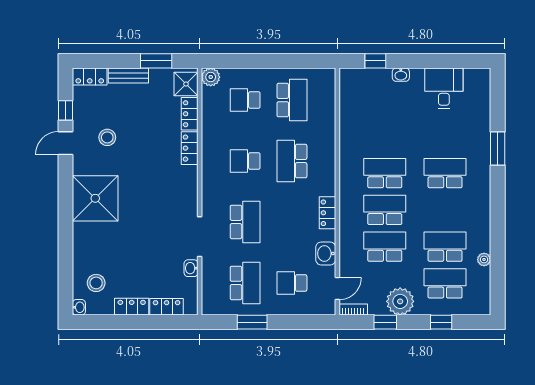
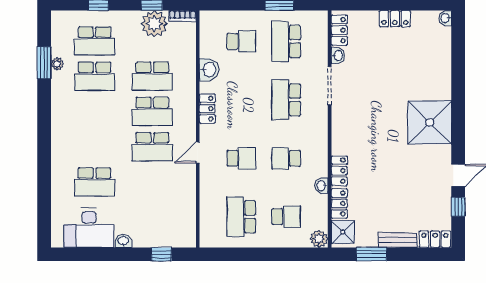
washbasin: (401, 75) -> (123, 241), moved
desk: (444, 88) -> (89, 228), width x1.37
washbasin: (208, 132) -> (322, 186), added
stool: (107, 137) -> (418, 181), removed
window: (498, 148) -> (44, 63), moved
school desk: (245, 161) -> (286, 158), turned 180
school desk: (292, 161) -> (241, 158), width x0.54
school desk: (445, 173) -> (95, 182), moved
stool: (96, 283) -> (429, 41), removed
door: (337, 289) -> (198, 153), moved
plant: (400, 301) -> (154, 24), moved
locker: (167, 307) -> (339, 30), moved, turned -90

